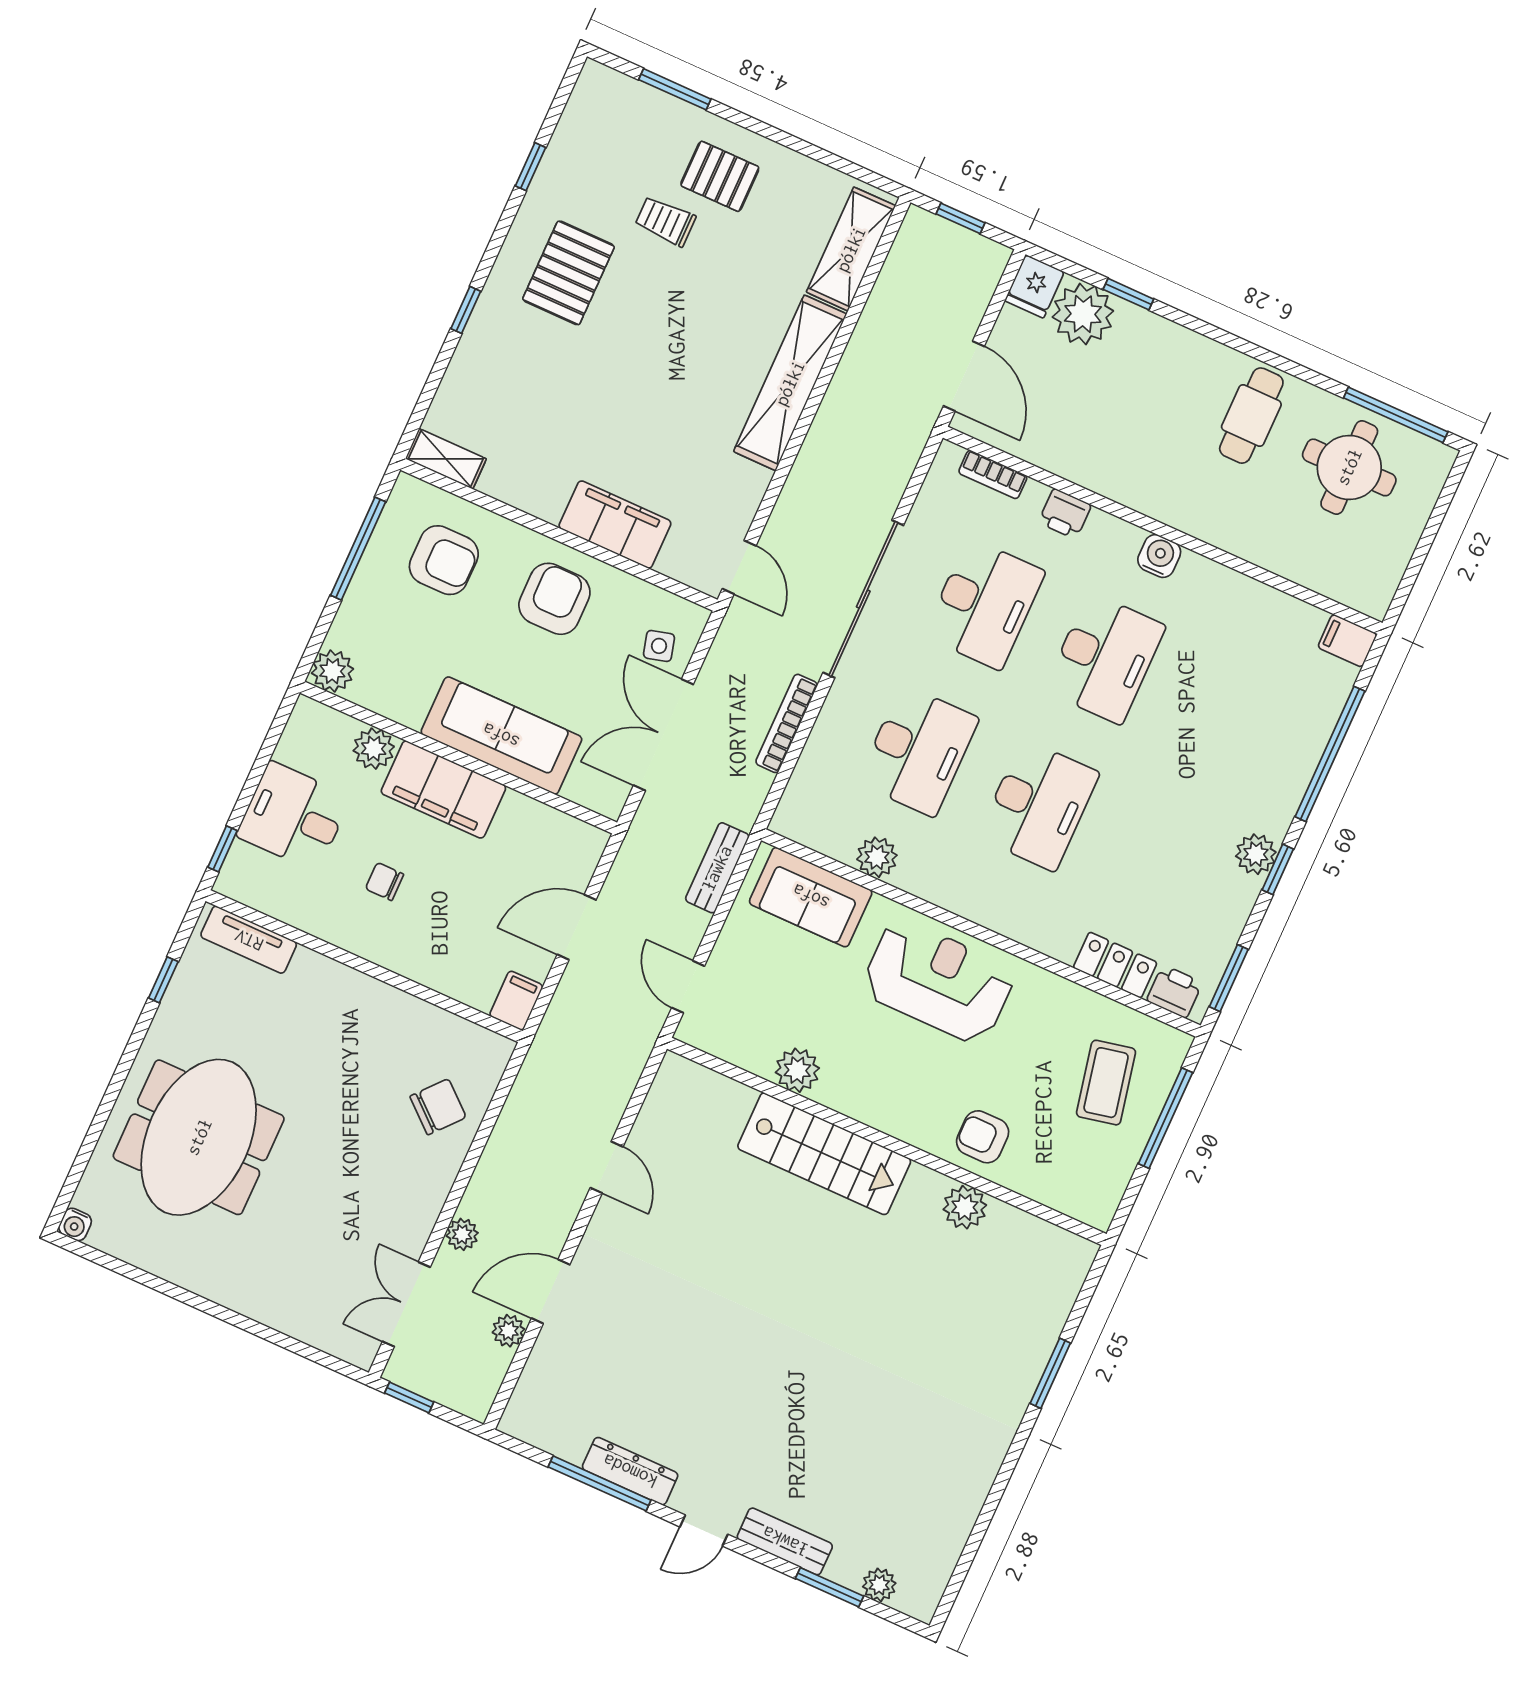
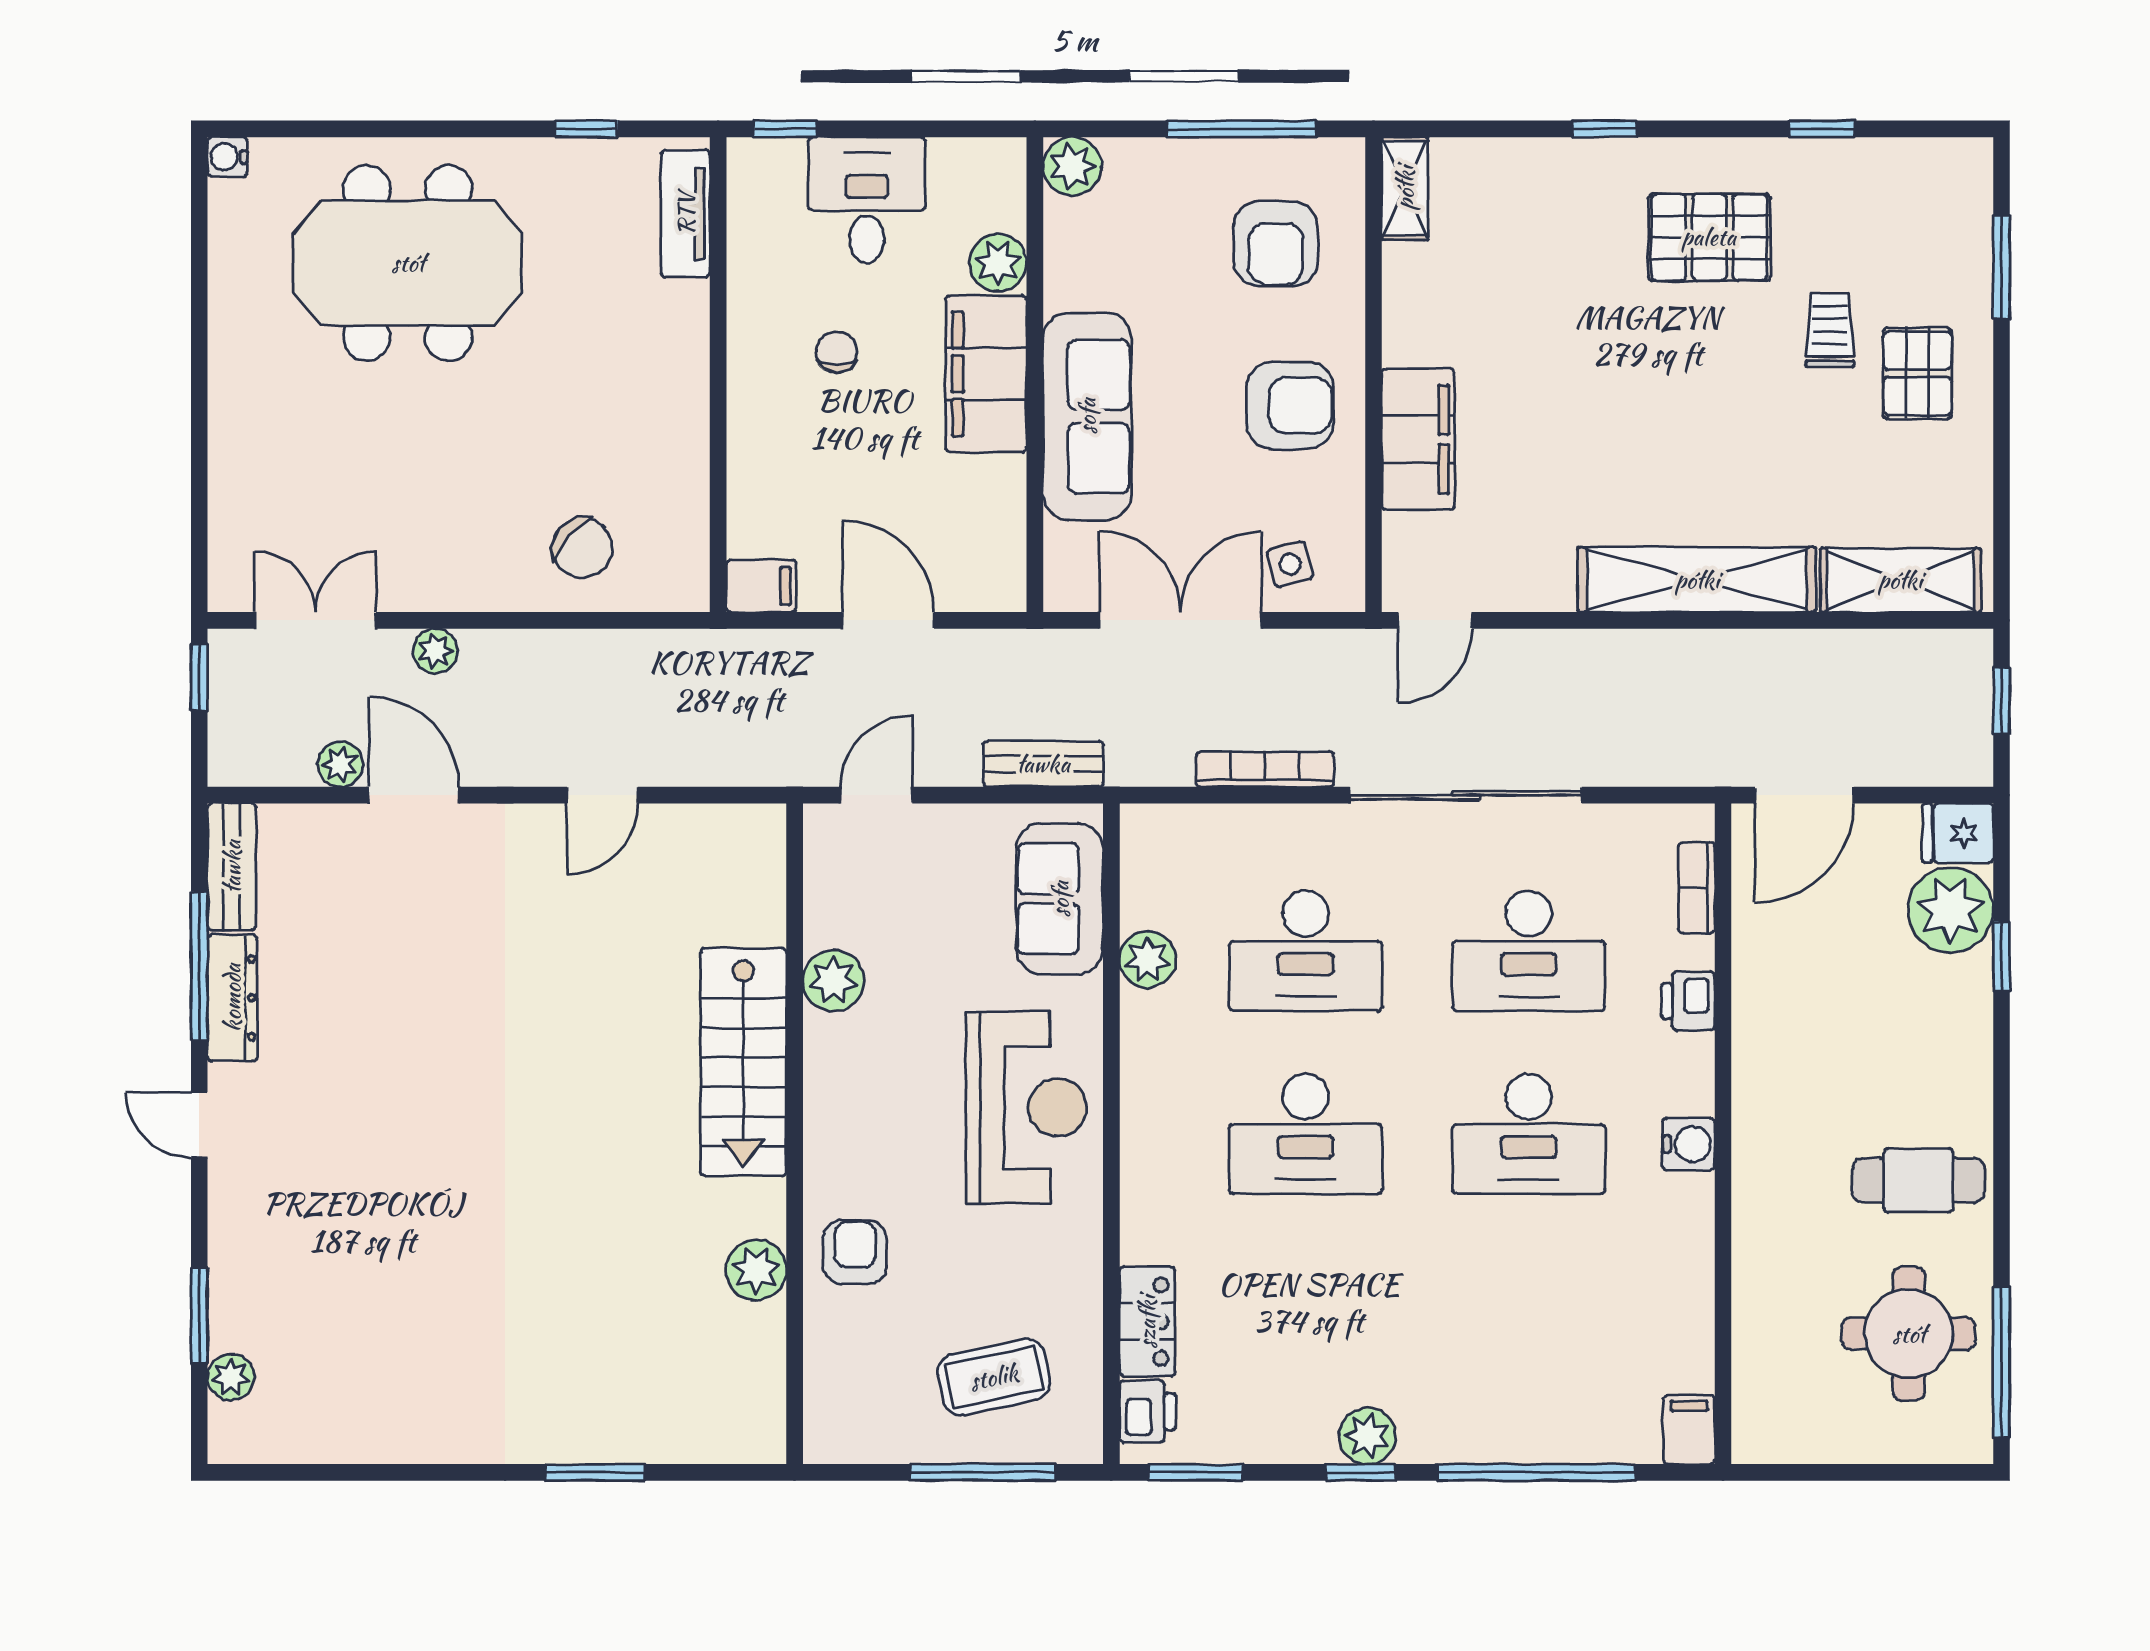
bench: (785, 1541) -> (232, 867), moved

